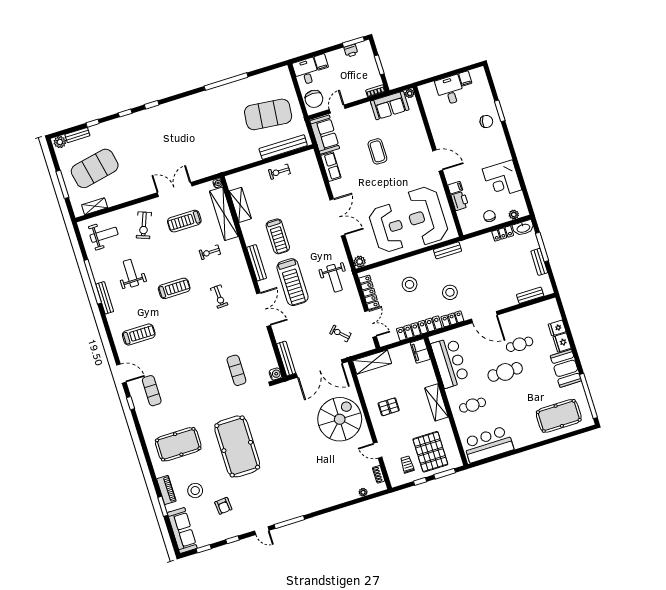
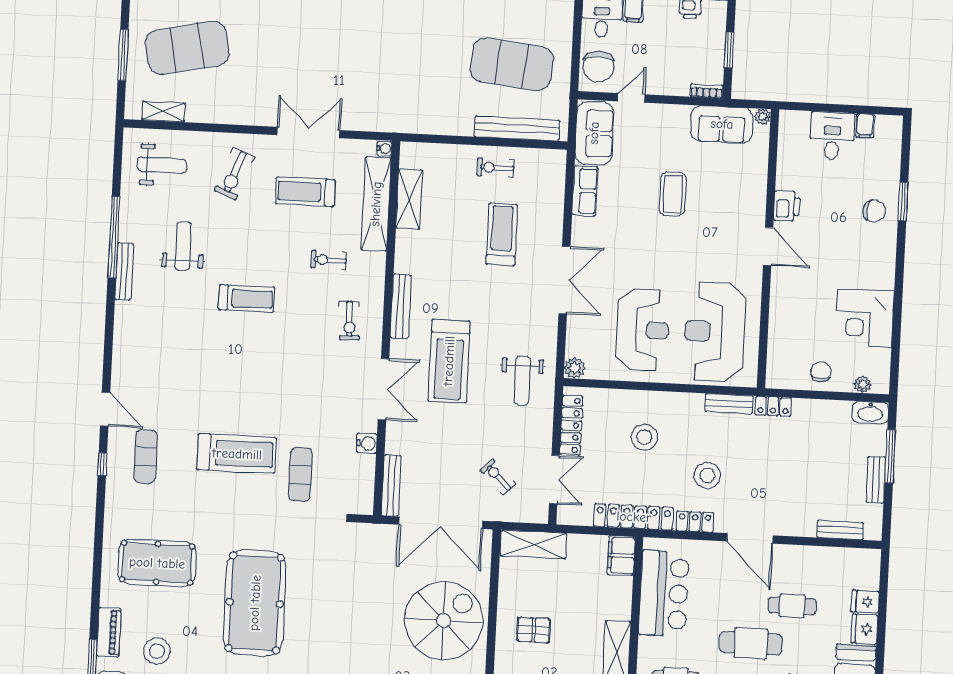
filing cabinet: (455, 188) -> (781, 303), removed
printer: (460, 201) -> (787, 206), moved
locker: (503, 233) -> (773, 406), moved
treadmill: (278, 236) -> (502, 234), moved, turned 180
exercise bike: (219, 297) -> (349, 321), moved
treadmill: (139, 334) -> (237, 454), moved, width x1.37, depth x1.38
water cooler: (275, 374) -> (367, 443), moved

